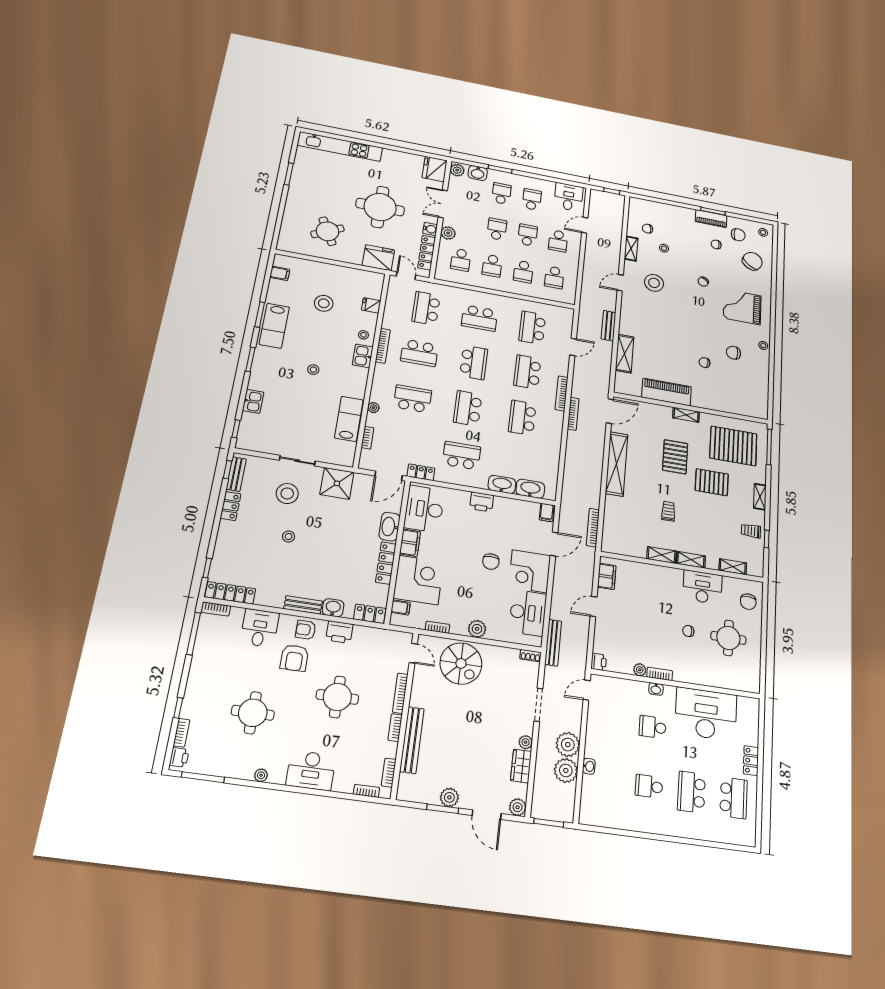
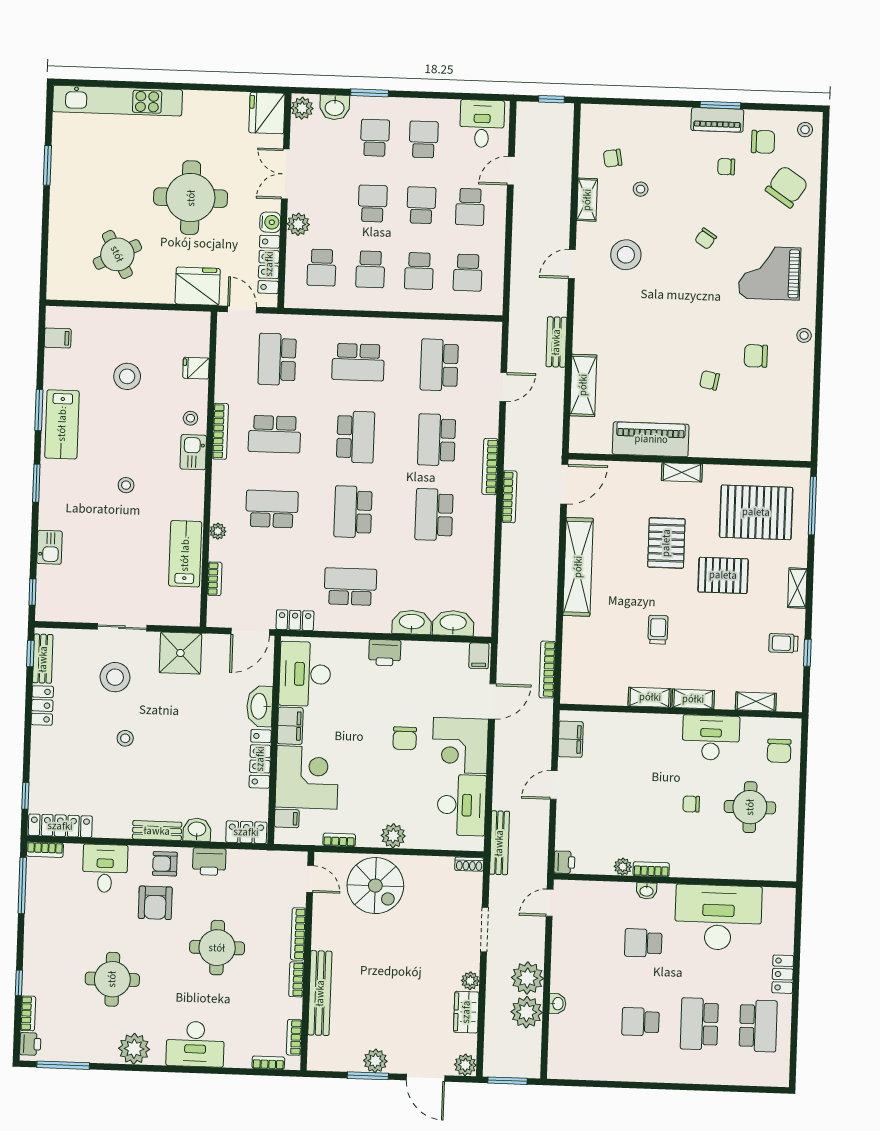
plant: (261, 775) -> (134, 1049), width x1.88, depth x1.88

